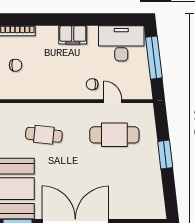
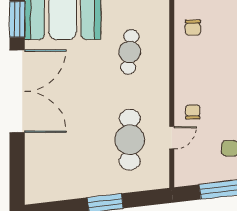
chair: (16, 65) -> (193, 28), moved

